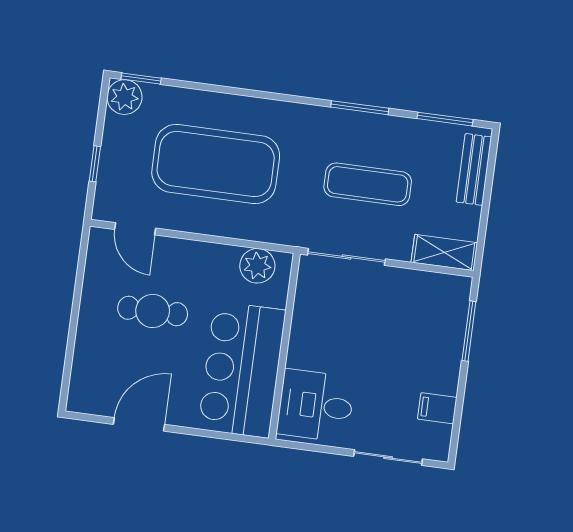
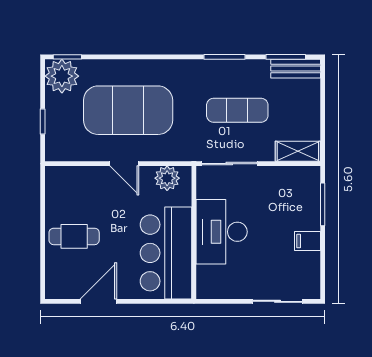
plant: (124, 97) -> (62, 76), width x1.36, depth x1.36
bench: (474, 169) -> (296, 69), moved, turned 90
door: (135, 229) -> (124, 164), moved
cafe table: (153, 311) -> (74, 236), moved
desk: (316, 406) -> (222, 232), moved, width x1.37
filing cabinet: (437, 408) -> (308, 241), moved

